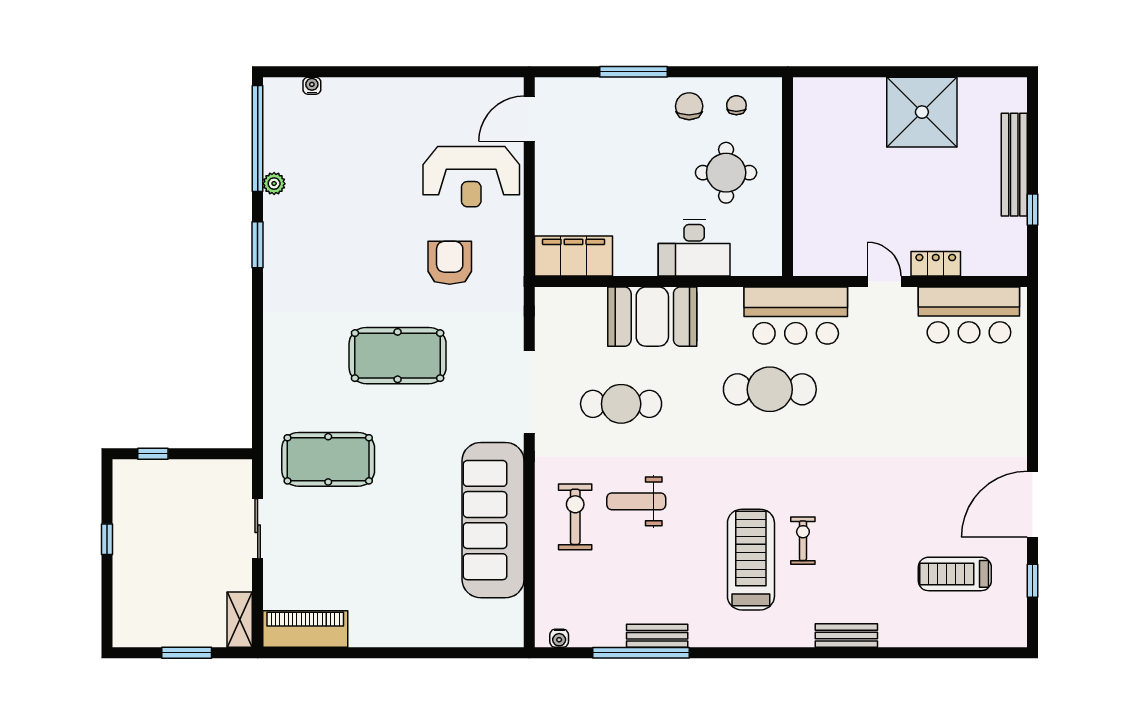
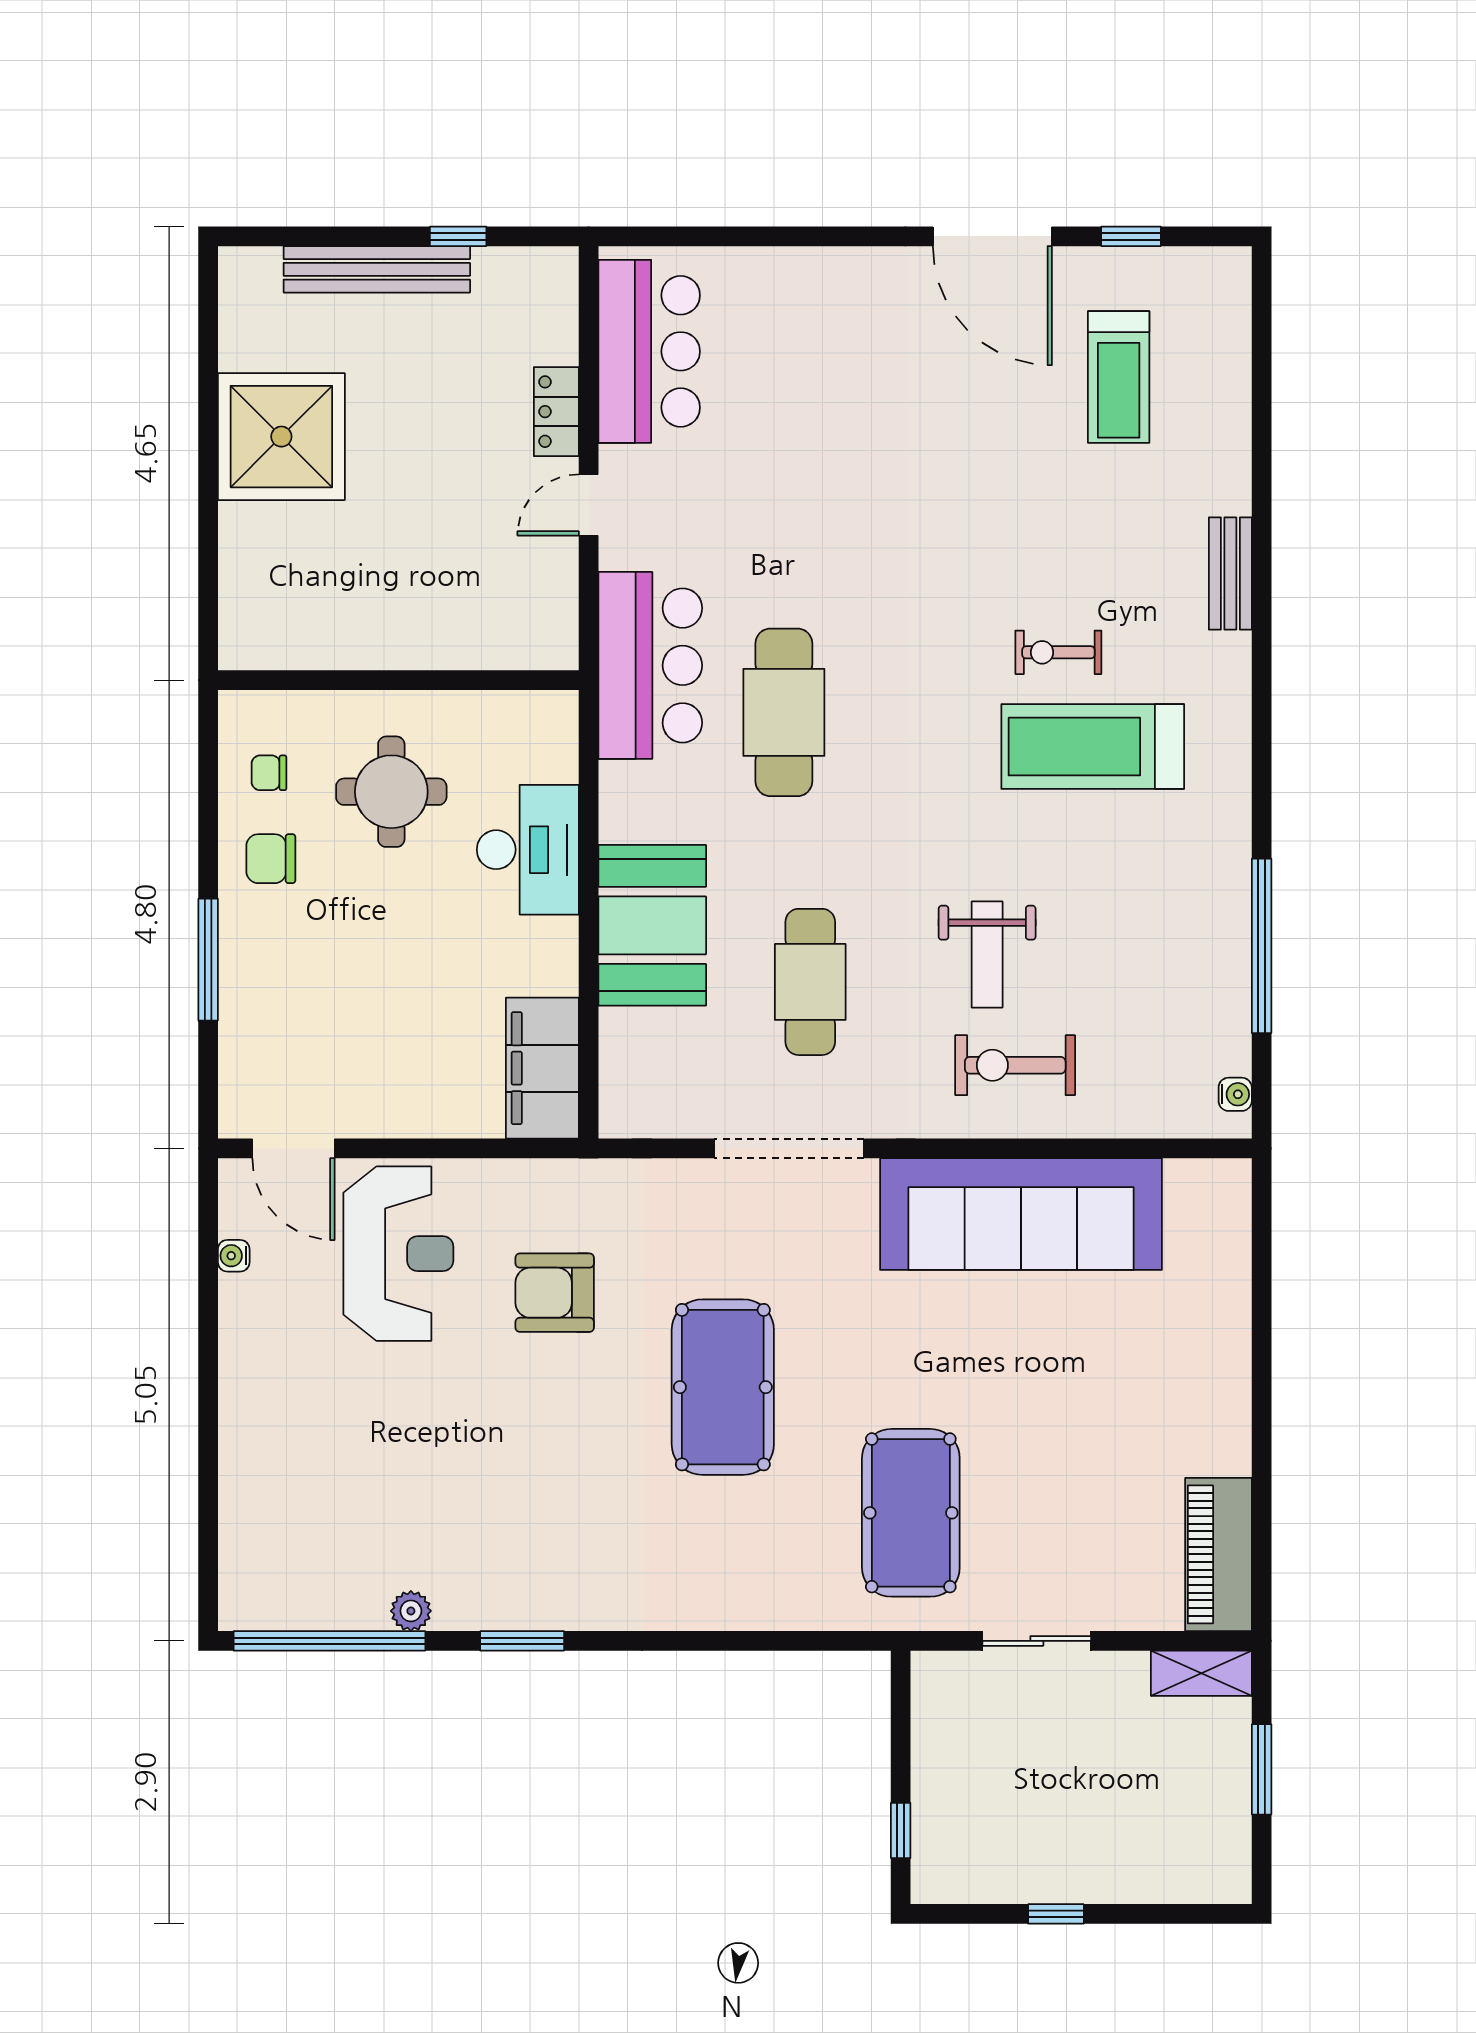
water cooler: (312, 86) -> (234, 1256), moved
bench: (657, 636) -> (1231, 917), removed

